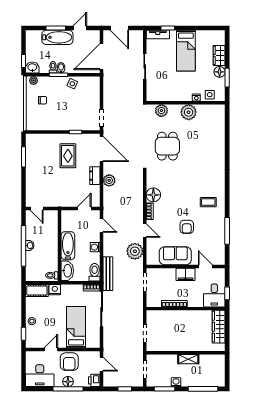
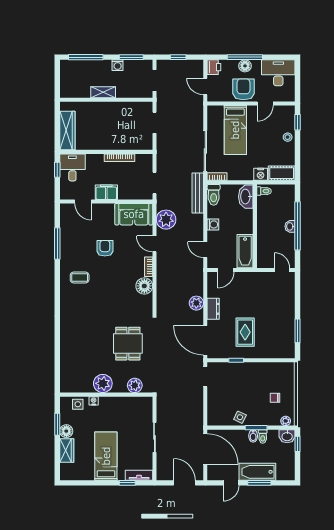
door: (102, 57) -> (205, 449), hinge flipped
bathtub: (68, 246) -> (245, 251), moved
sofa: (175, 256) -> (134, 214), moved

